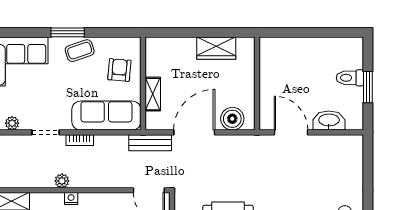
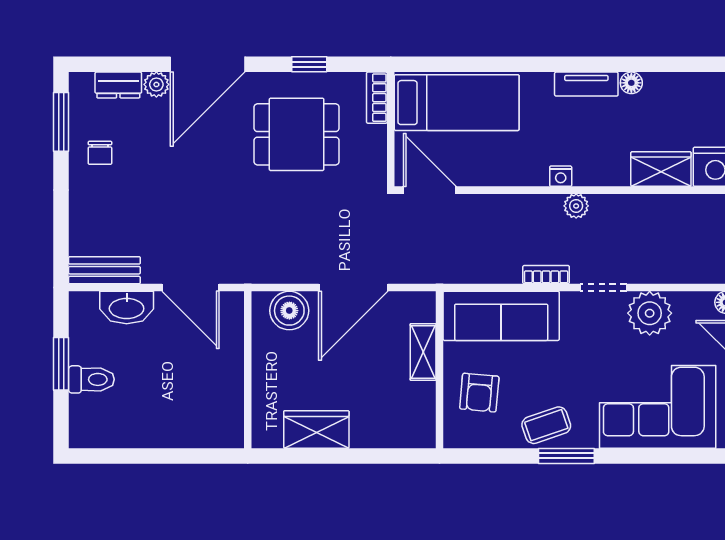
plant: (12, 123) -> (650, 313), width x1.87, depth x1.87
bench: (150, 143) -> (104, 270), moved

